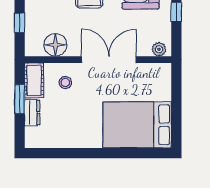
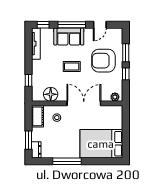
window: (20, 99) -> (28, 140), moved
dresser: (32, 113) -> (36, 150), moved
window: (82, 153) -> (67, 161), added

